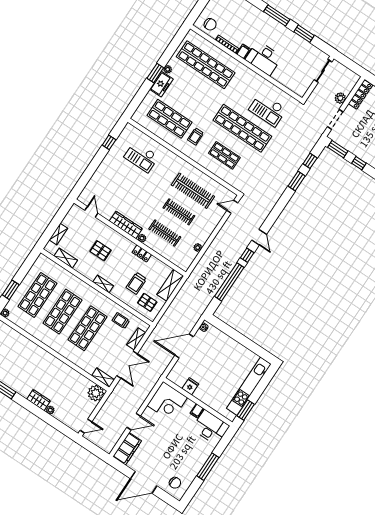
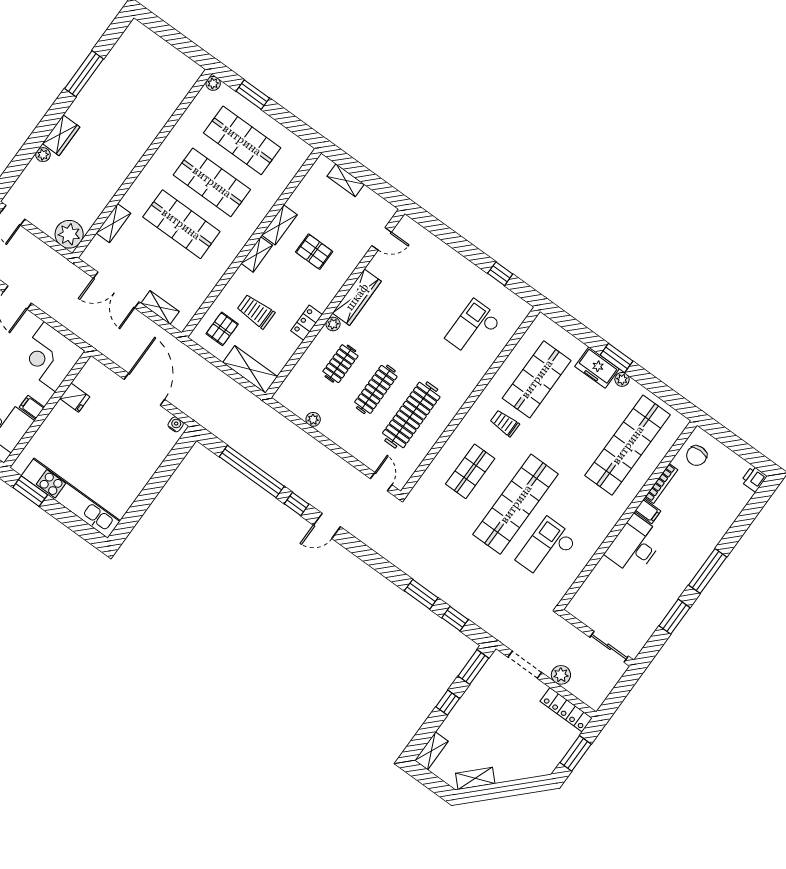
clothes rail: (165, 233) -> (340, 364), width x0.73
pallet: (100, 251) -> (314, 252), turned 90
shelving: (66, 258) -> (279, 225), moved
trolley: (121, 321) -> (192, 282), removed
shelving: (103, 378) -> (113, 223), moved

